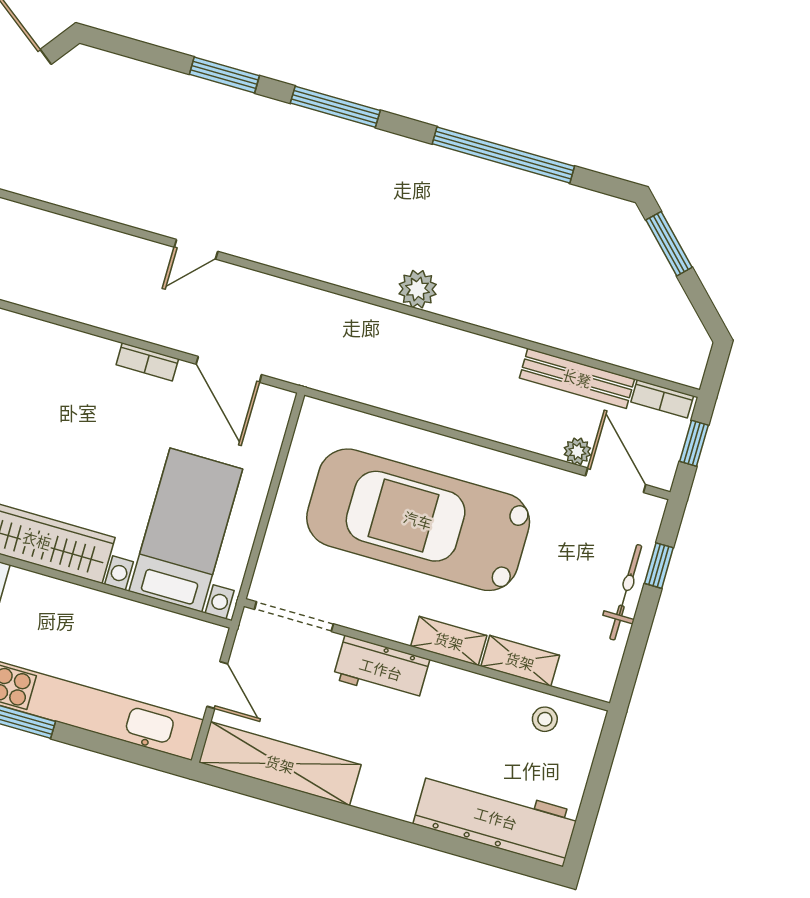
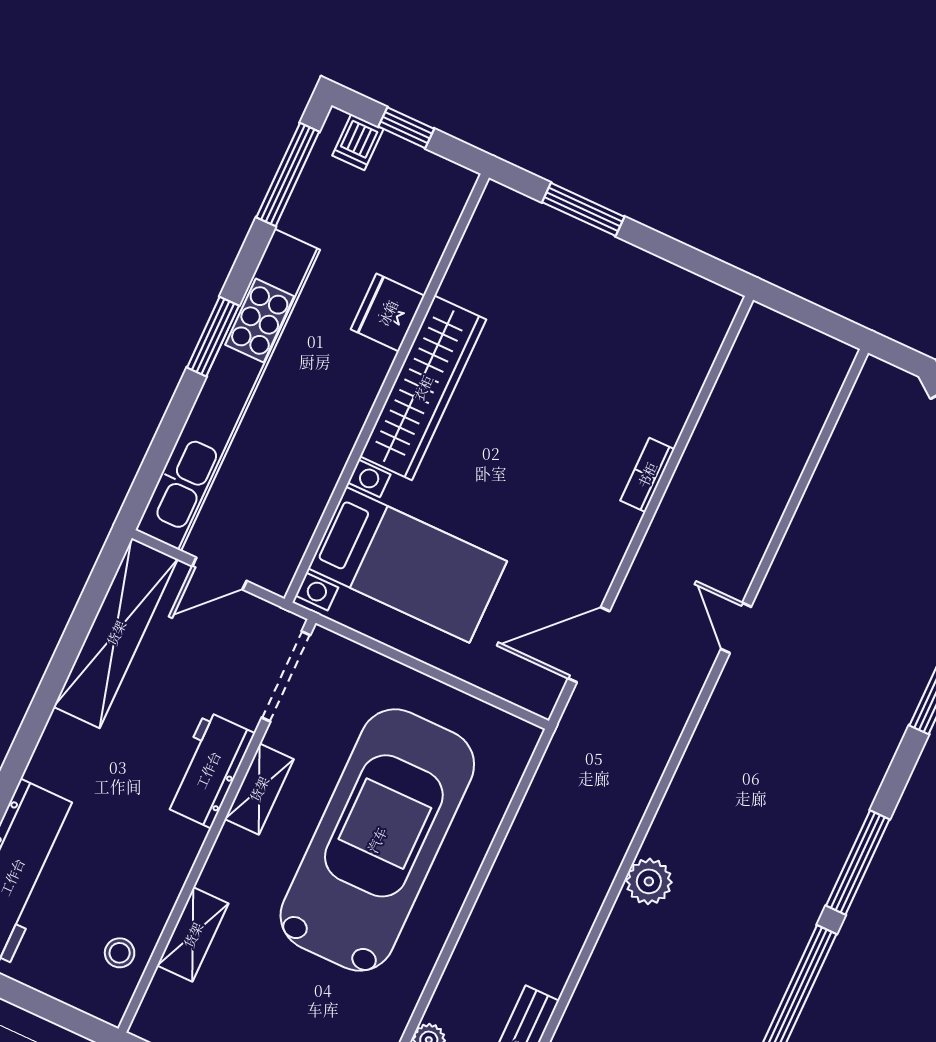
window: (335, 107) -> (858, 862), moved
bookcase: (147, 362) -> (647, 475), moved
shelving: (449, 641) -> (259, 789), moved

